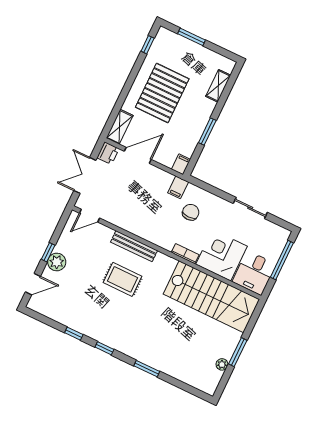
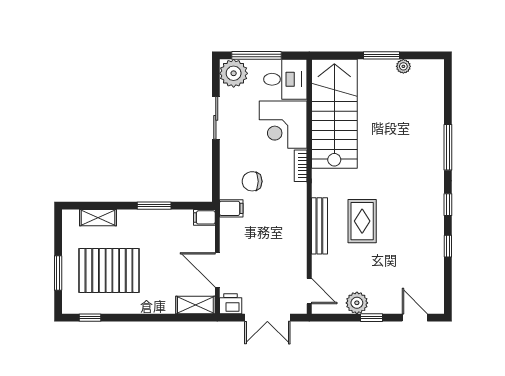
pallet: (162, 93) -> (109, 270), moved
plant: (277, 237) -> (234, 73), added
plant: (57, 262) -> (357, 303), moved
window: (147, 369) -> (448, 147), width x1.44

